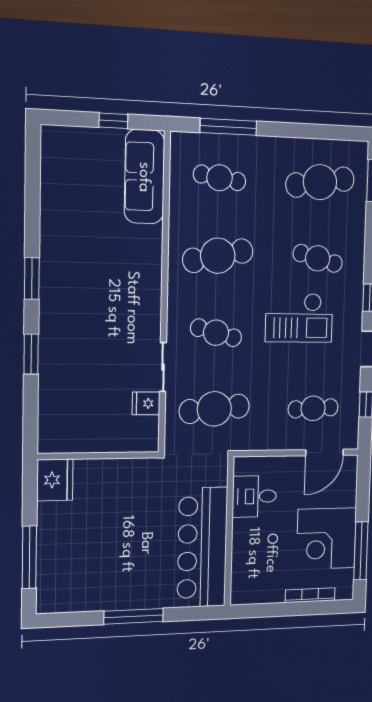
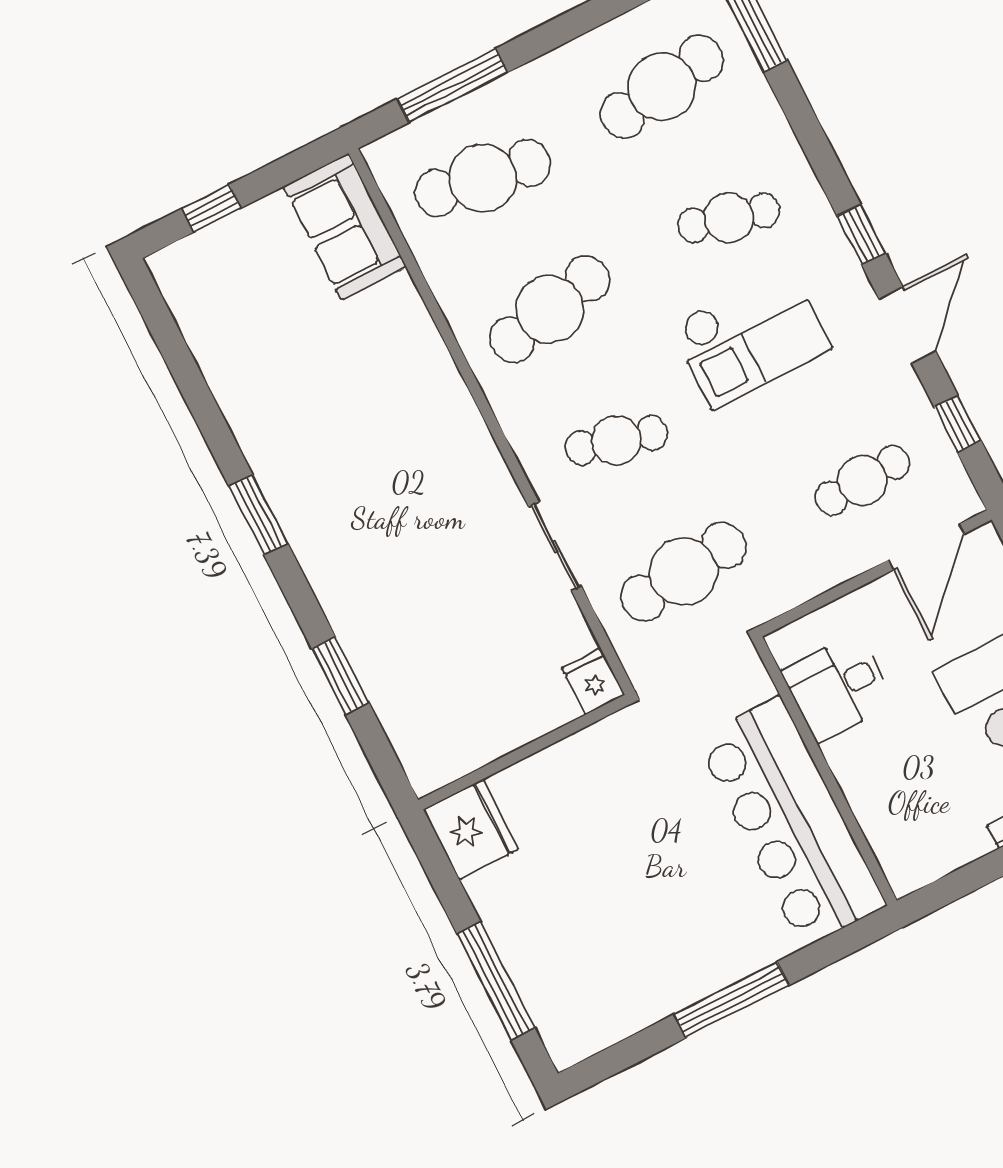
window: (113, 121) -> (212, 208), moved
sofa: (144, 177) -> (345, 227), width x0.73
cafe table: (220, 178) -> (483, 178), width x1.37, depth x1.35
window: (31, 354) -> (340, 676), moved
fridge: (146, 403) -> (593, 681), moved, turned 90

